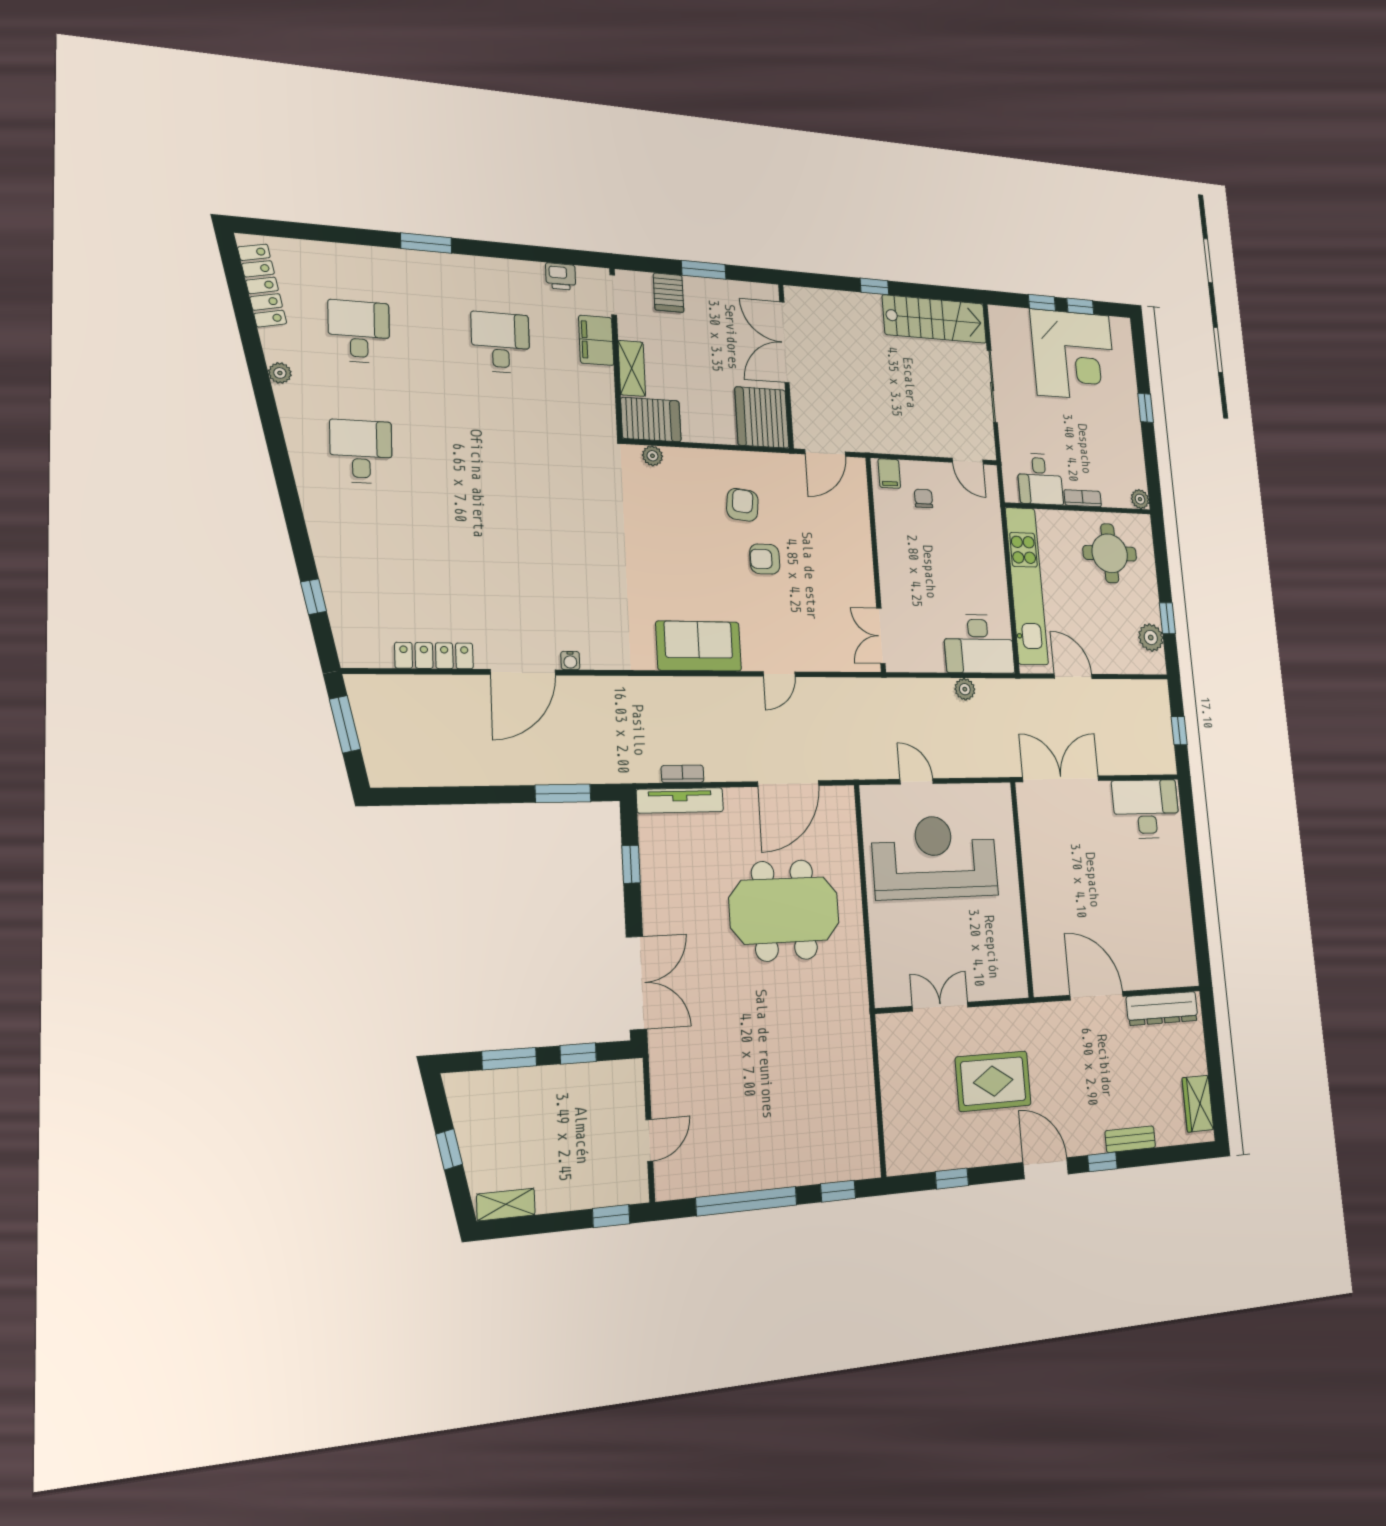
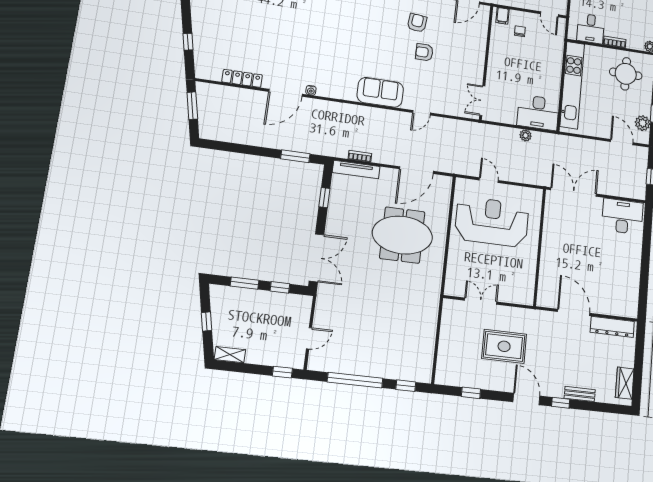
door: (1073, 676) -> (622, 142), moved

